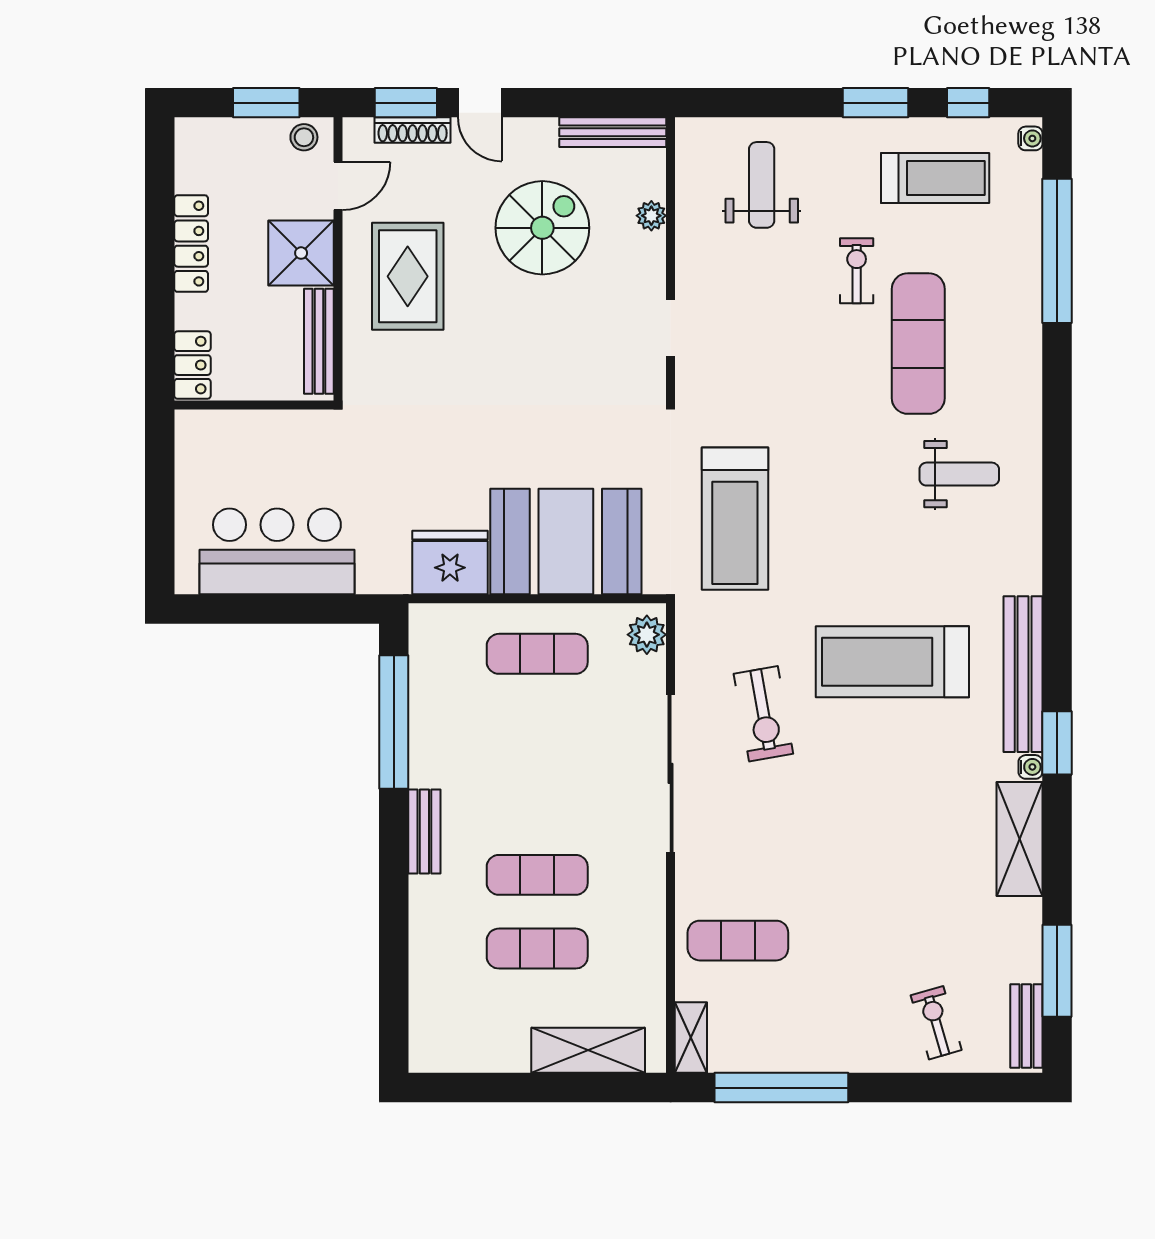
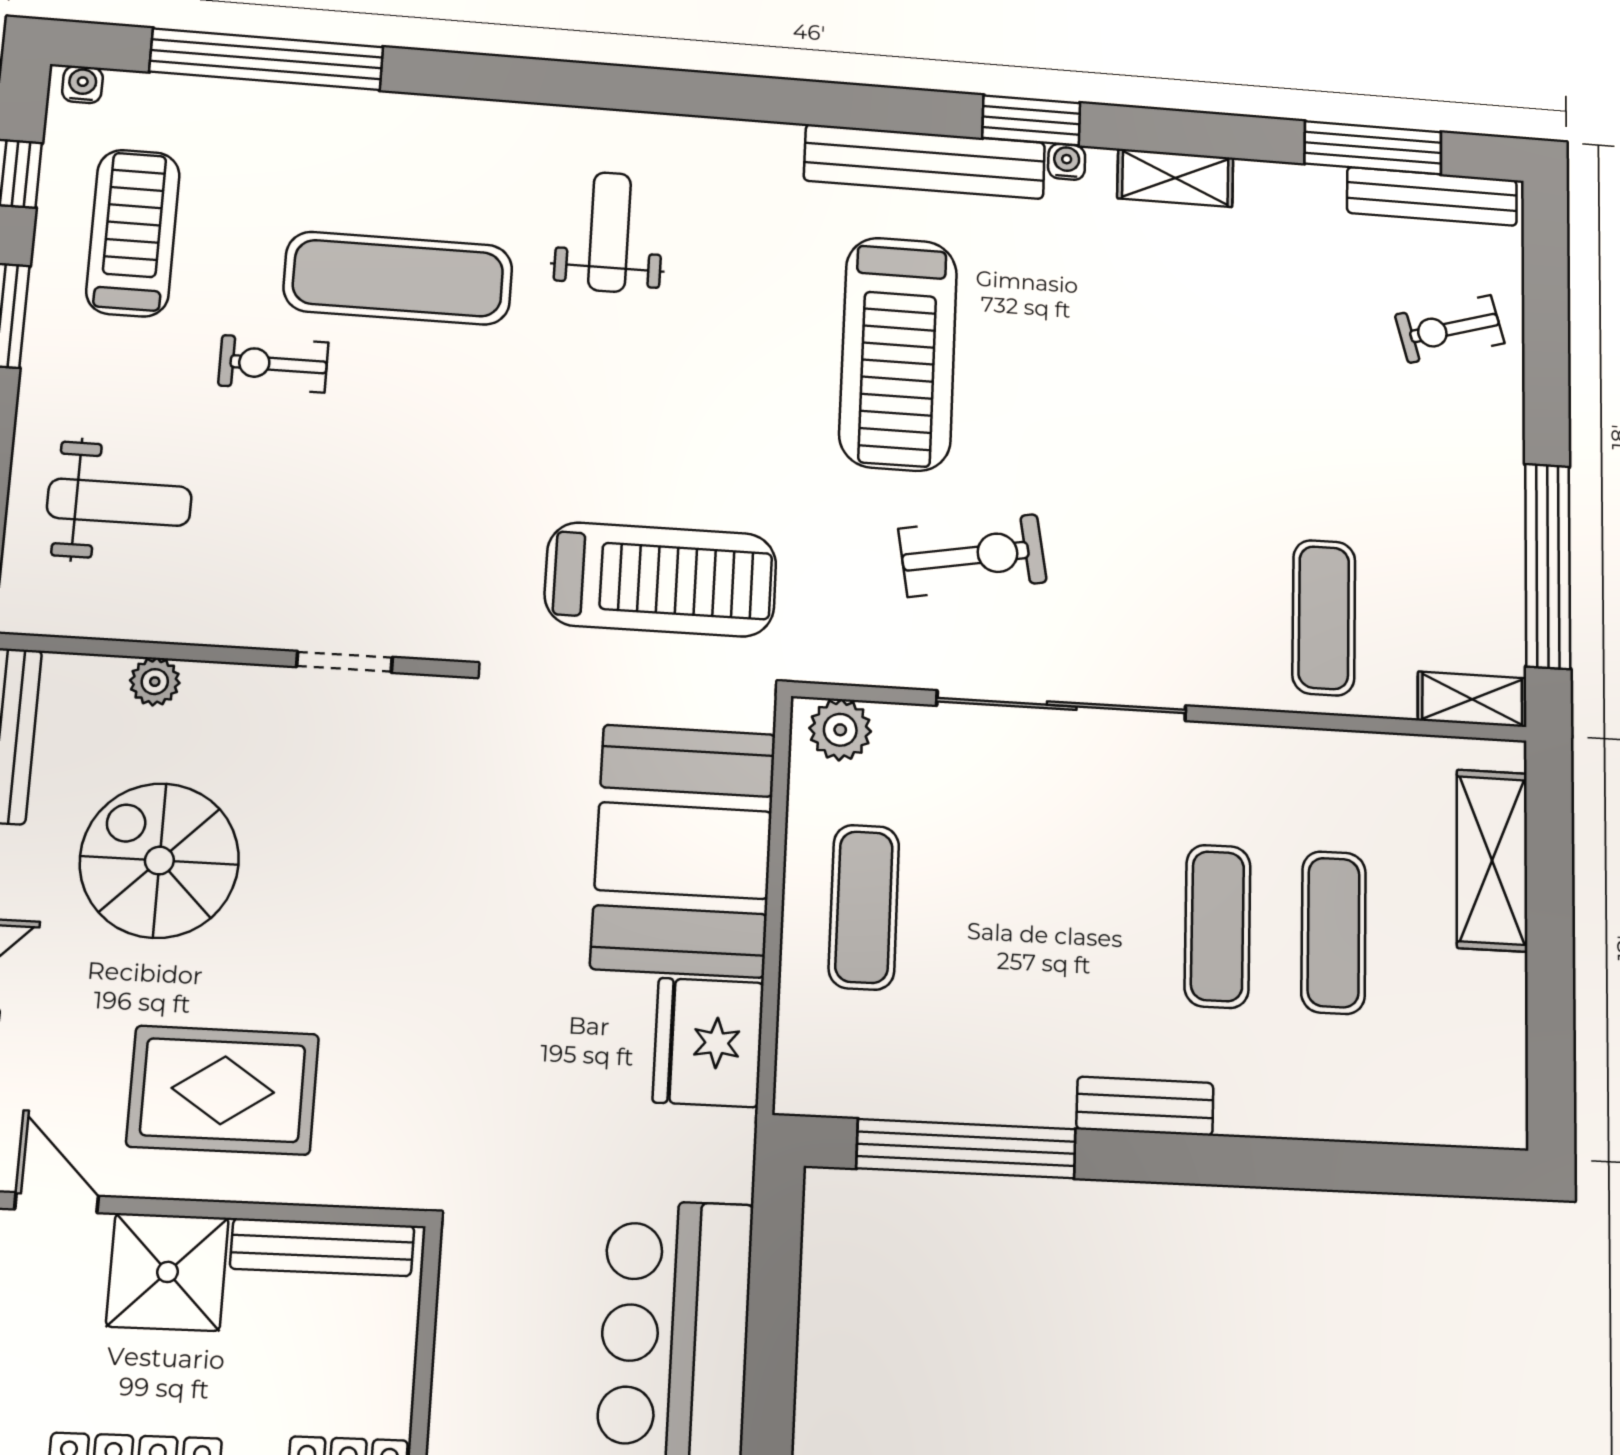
weight bench: (762, 185) -> (119, 502), turned 180
shelving: (1020, 839) -> (1175, 178), width x0.67, depth x0.75
bench: (1026, 1026) -> (1432, 196), width x1.36

